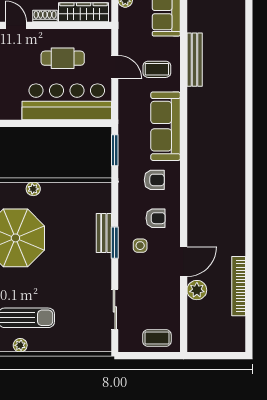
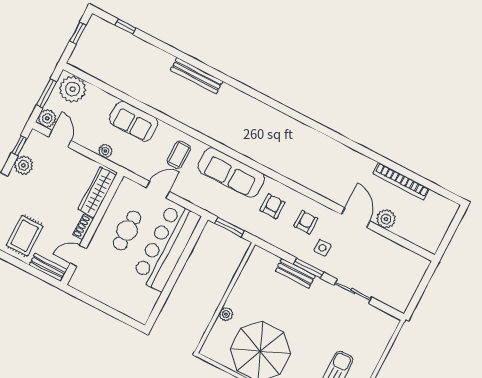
bench: (195, 60) -> (197, 76), moved
sliding door: (115, 309) -> (353, 291), moved
coffee table: (157, 338) -> (409, 275), removed

